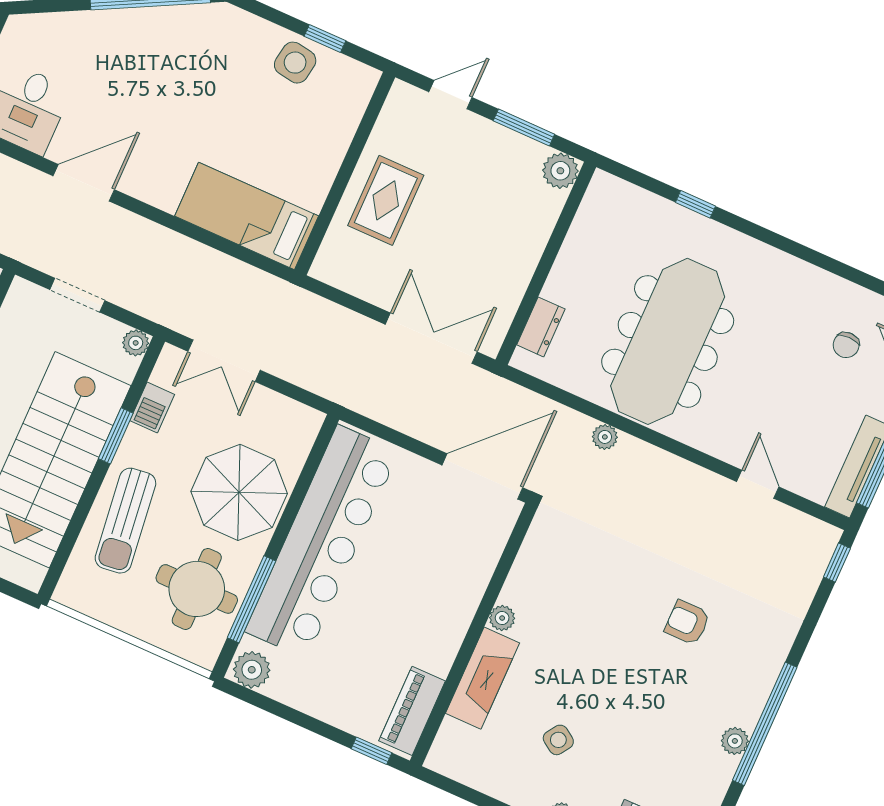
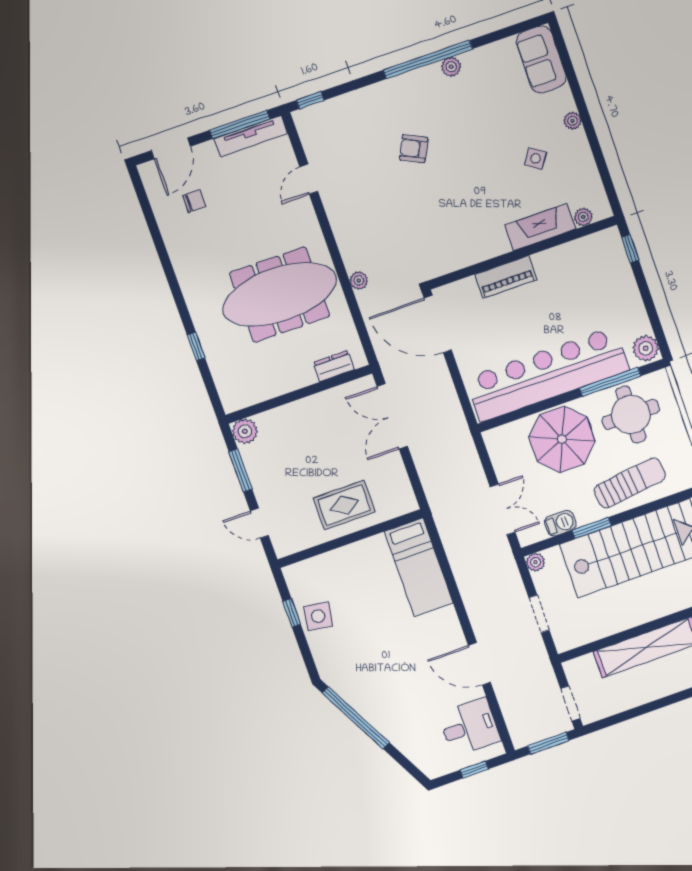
plant: (502, 618) -> (583, 217), moved
armchair: (687, 622) -> (414, 149), turned 116
piano: (412, 711) -> (506, 277), moved

